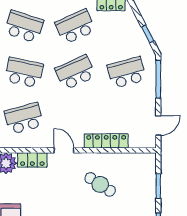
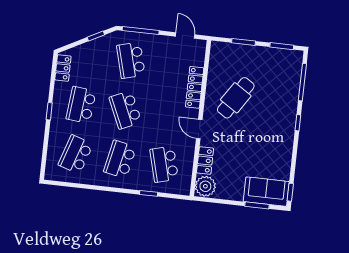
school desk: (75, 27) -> (81, 105), turned 30
door: (64, 150) -> (199, 129), hinge flipped
cafe table: (100, 184) -> (236, 98), width x1.37, depth x1.35

